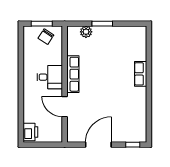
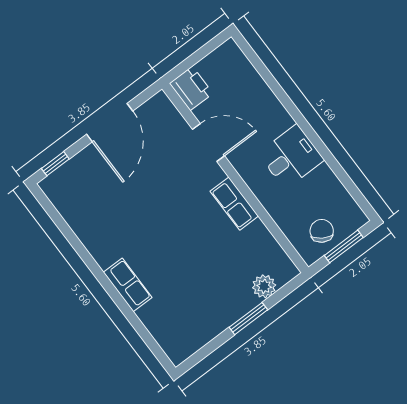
row of seats: (73, 74) -> (234, 204), width x0.68
desk: (50, 77) -> (291, 157), moved, turned 180
printer: (30, 132) -> (191, 88), moved, turned 180

